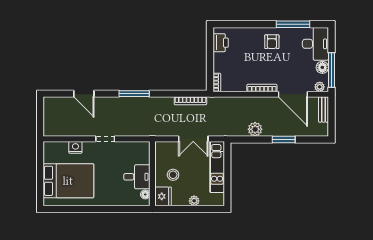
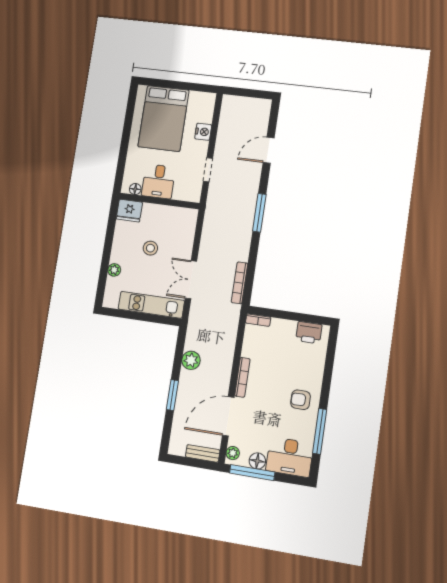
wall: (152, 174) -> (159, 201), moved
desk: (137, 177) -> (158, 181), moved
floor lamp: (145, 194) -> (135, 189), moved
fridge: (163, 196) -> (129, 211), moved

